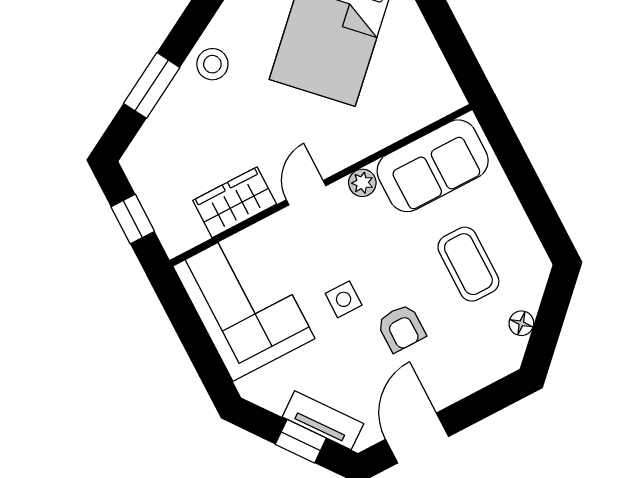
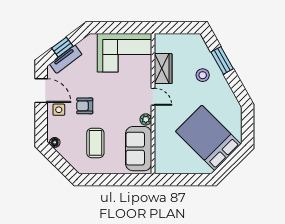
stool: (212, 64) -> (203, 75), moved
window: (133, 219) -> (177, 28), removed
coffee table: (468, 264) -> (95, 143), turned 90
side table: (344, 299) -> (59, 110), moved
floor lamp: (521, 323) -> (55, 142), moved

